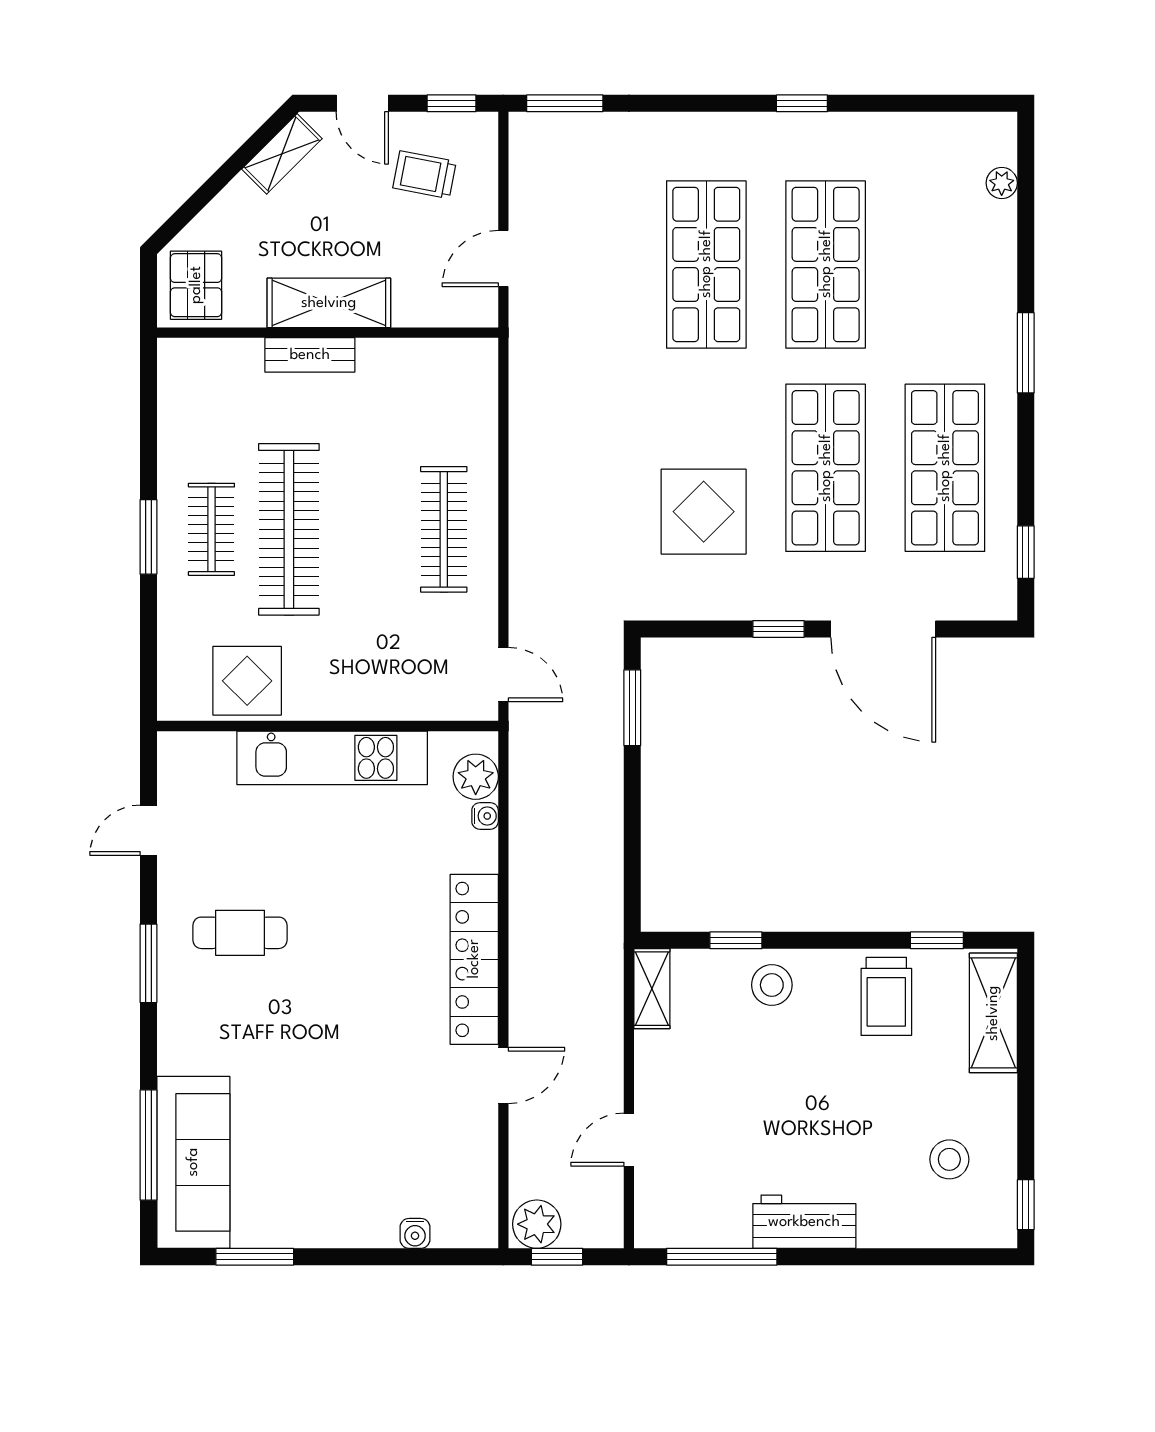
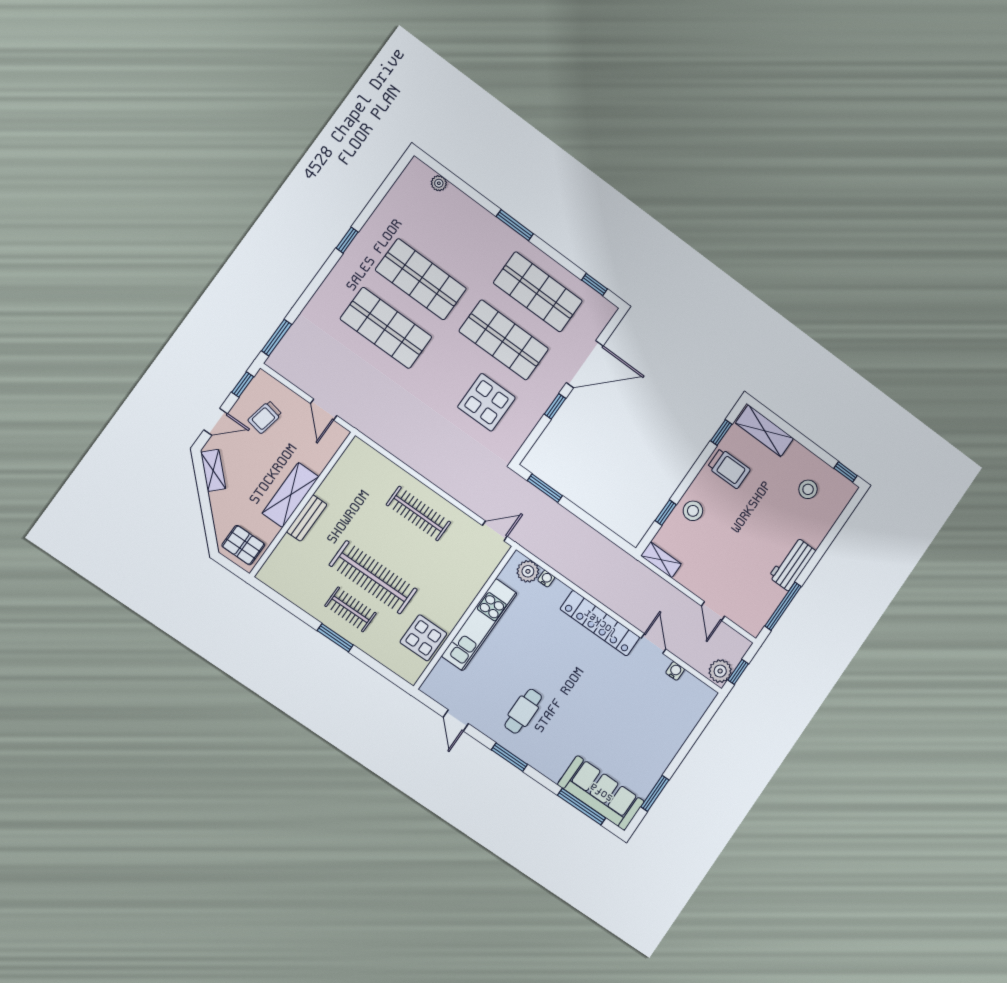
water cooler: (415, 1233) -> (675, 671), moved, turned -90

